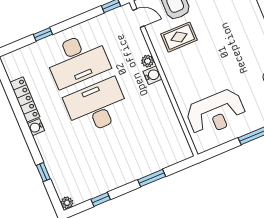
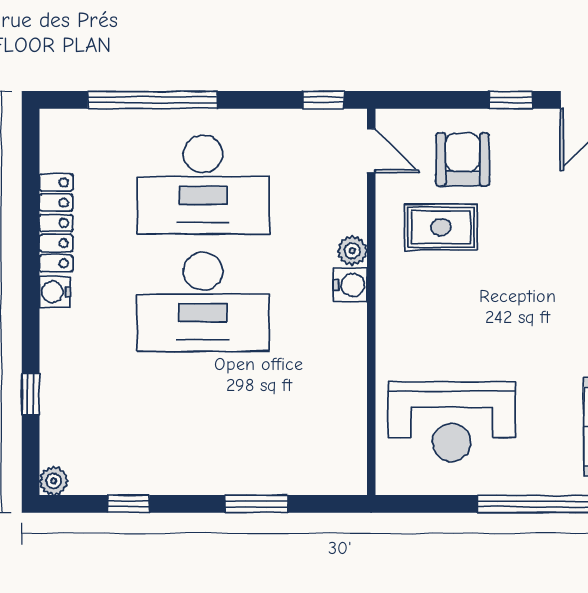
window: (43, 34) -> (152, 100), width x3.17
desk: (97, 106) -> (203, 302), turned 180

